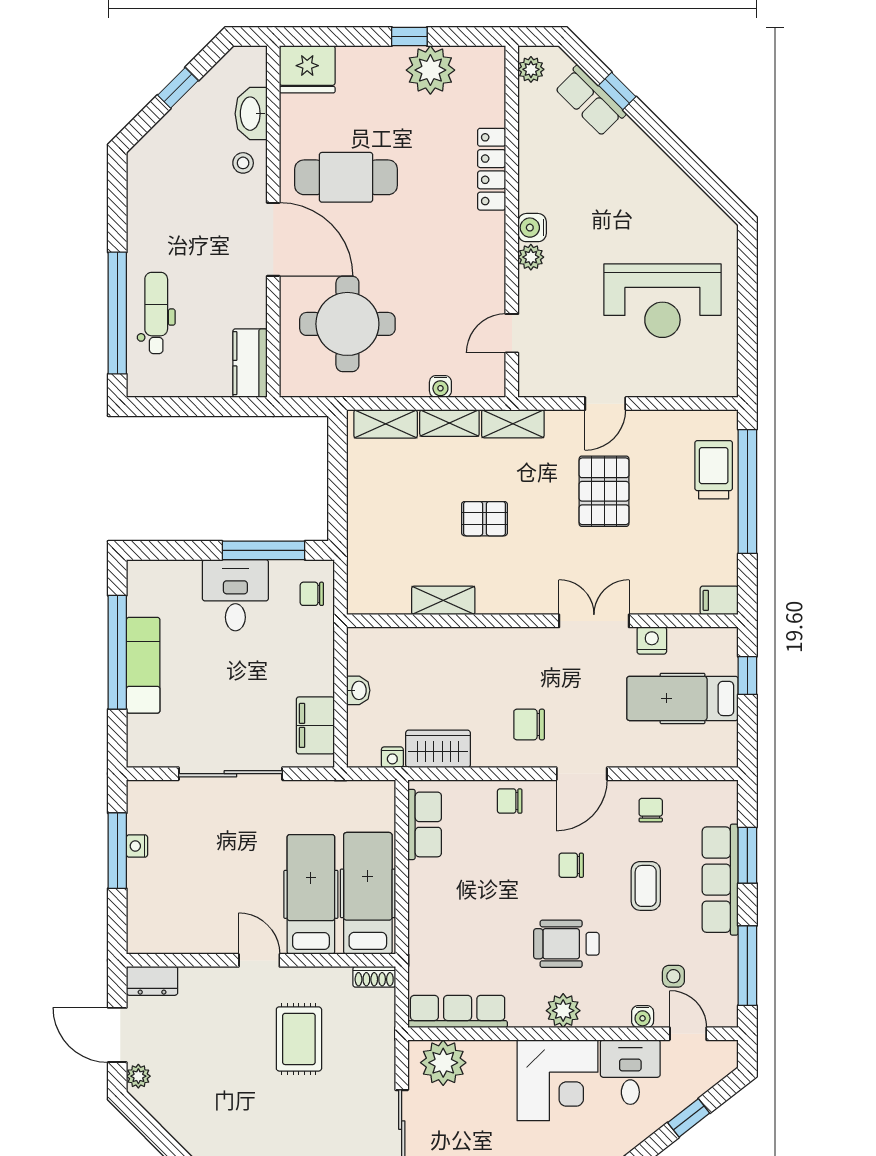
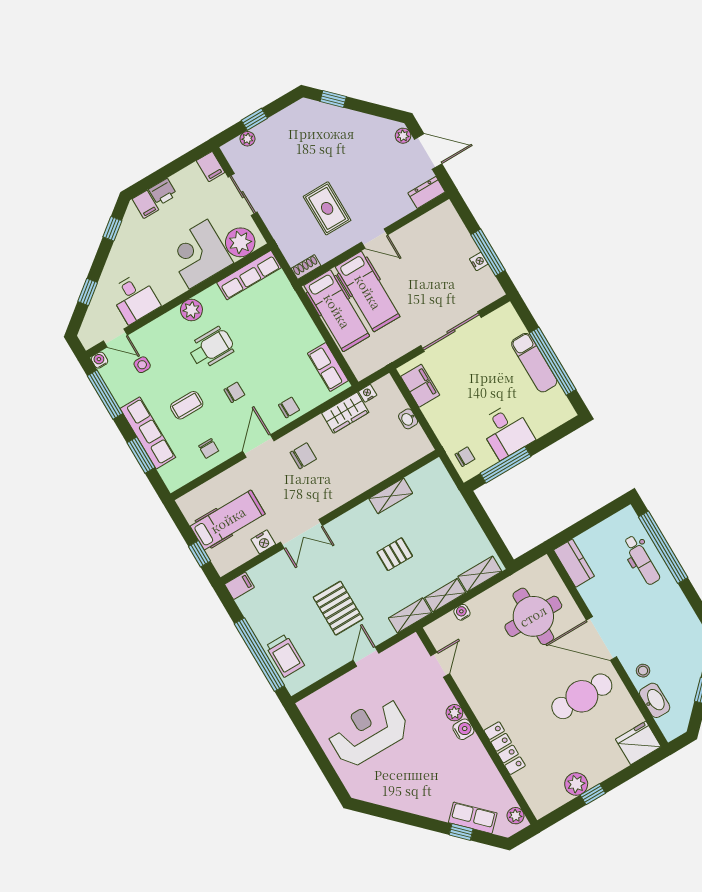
plant: (430, 70) -> (576, 784), width x0.73, depth x0.73
coffee table: (646, 886) -> (187, 405), turned 90
water cooler: (643, 1017) -> (99, 360), moved
corner desk: (557, 1080) -> (198, 254), moved

